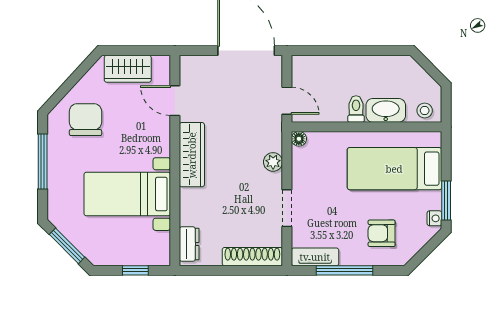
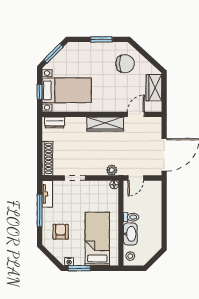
window: (43, 162) -> (101, 39), width x0.69
plant: (273, 162) -> (112, 170), moved
bed with nightstands: (127, 194) -> (67, 90), moved, turned 90

